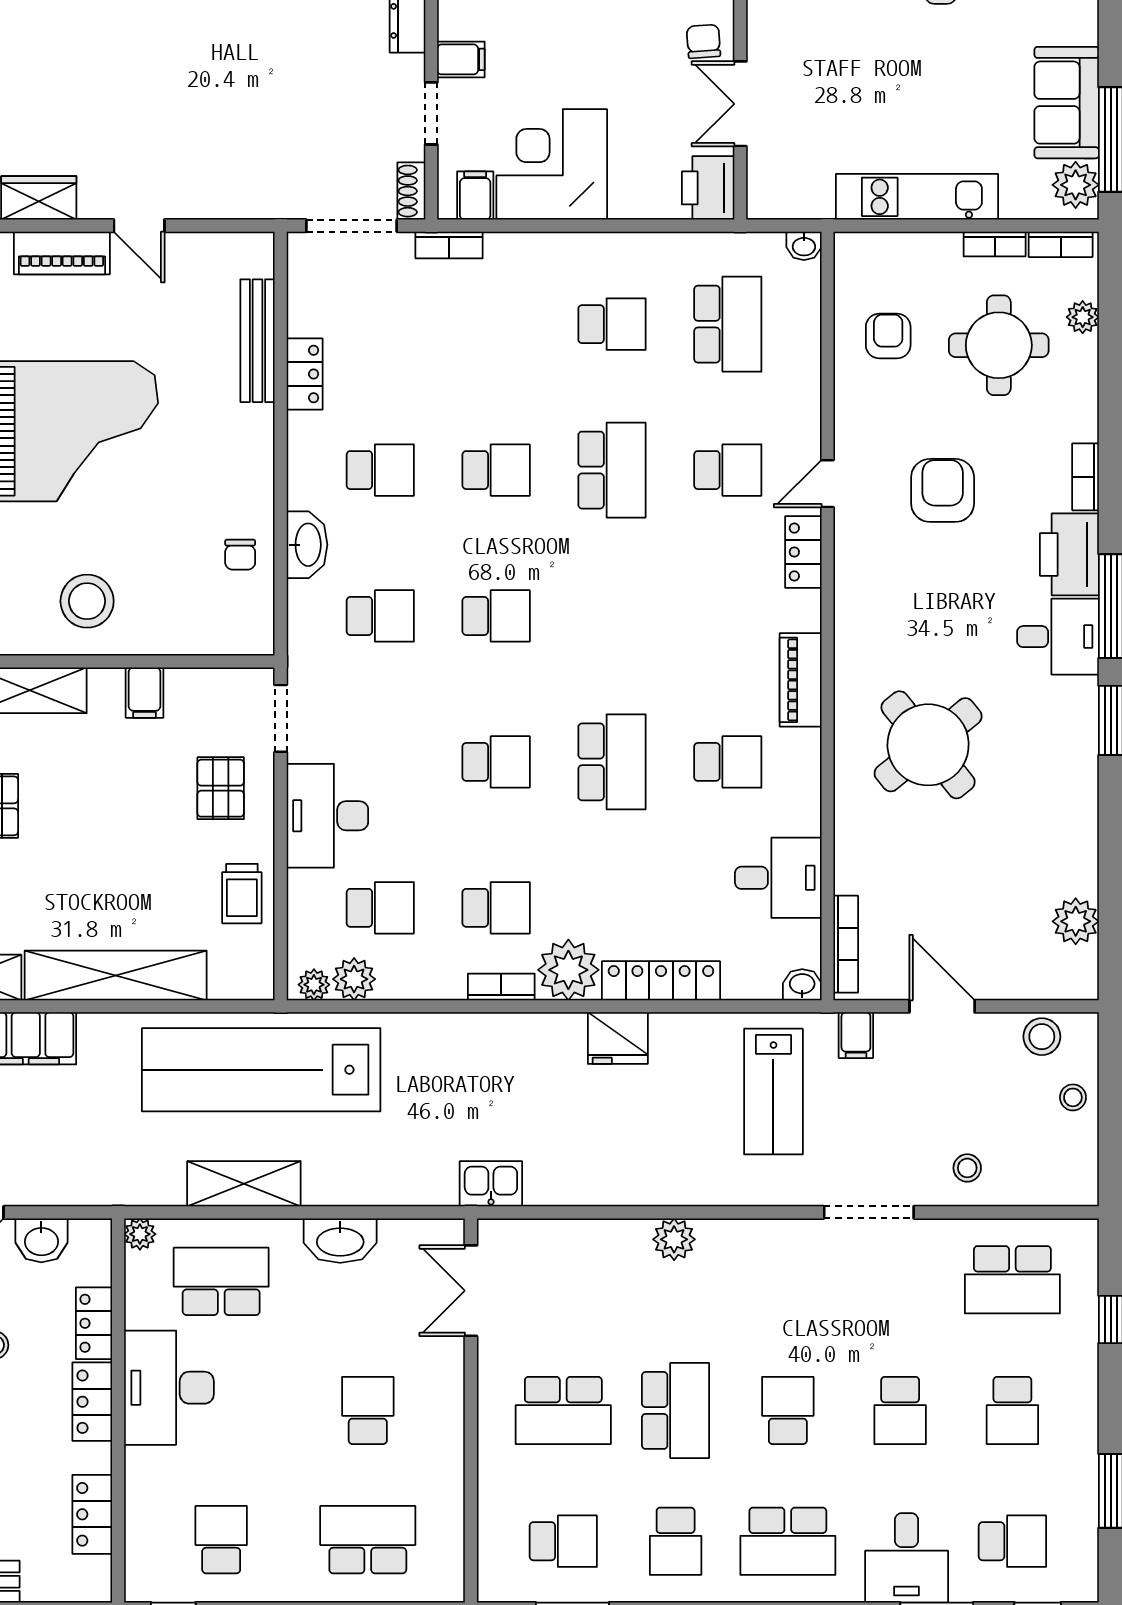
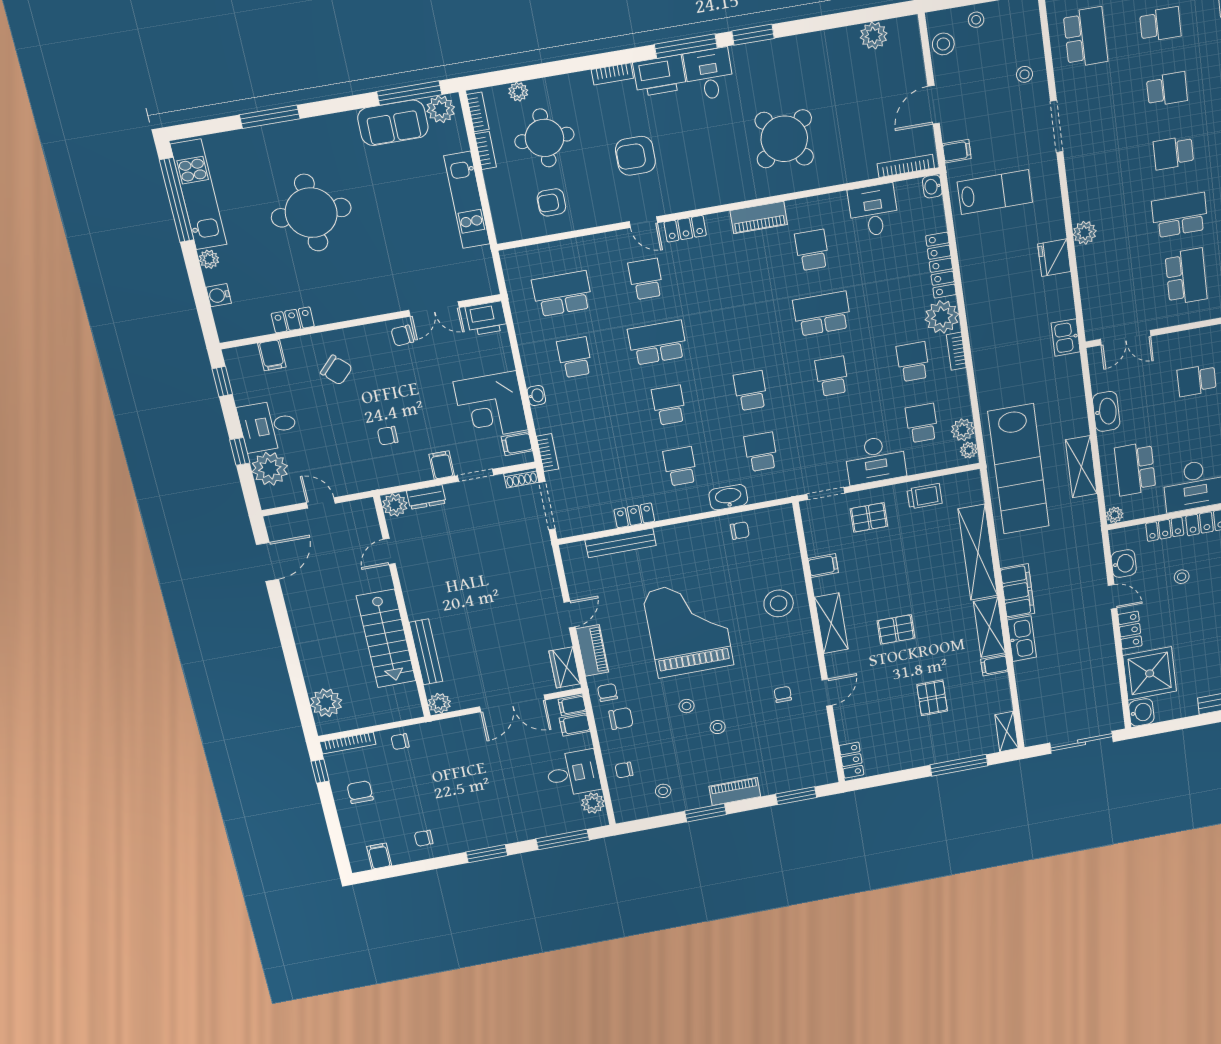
washbasin: (804, 246) -> (536, 396), moved
fridge: (618, 1038) -> (1054, 258), moved, turned 180

